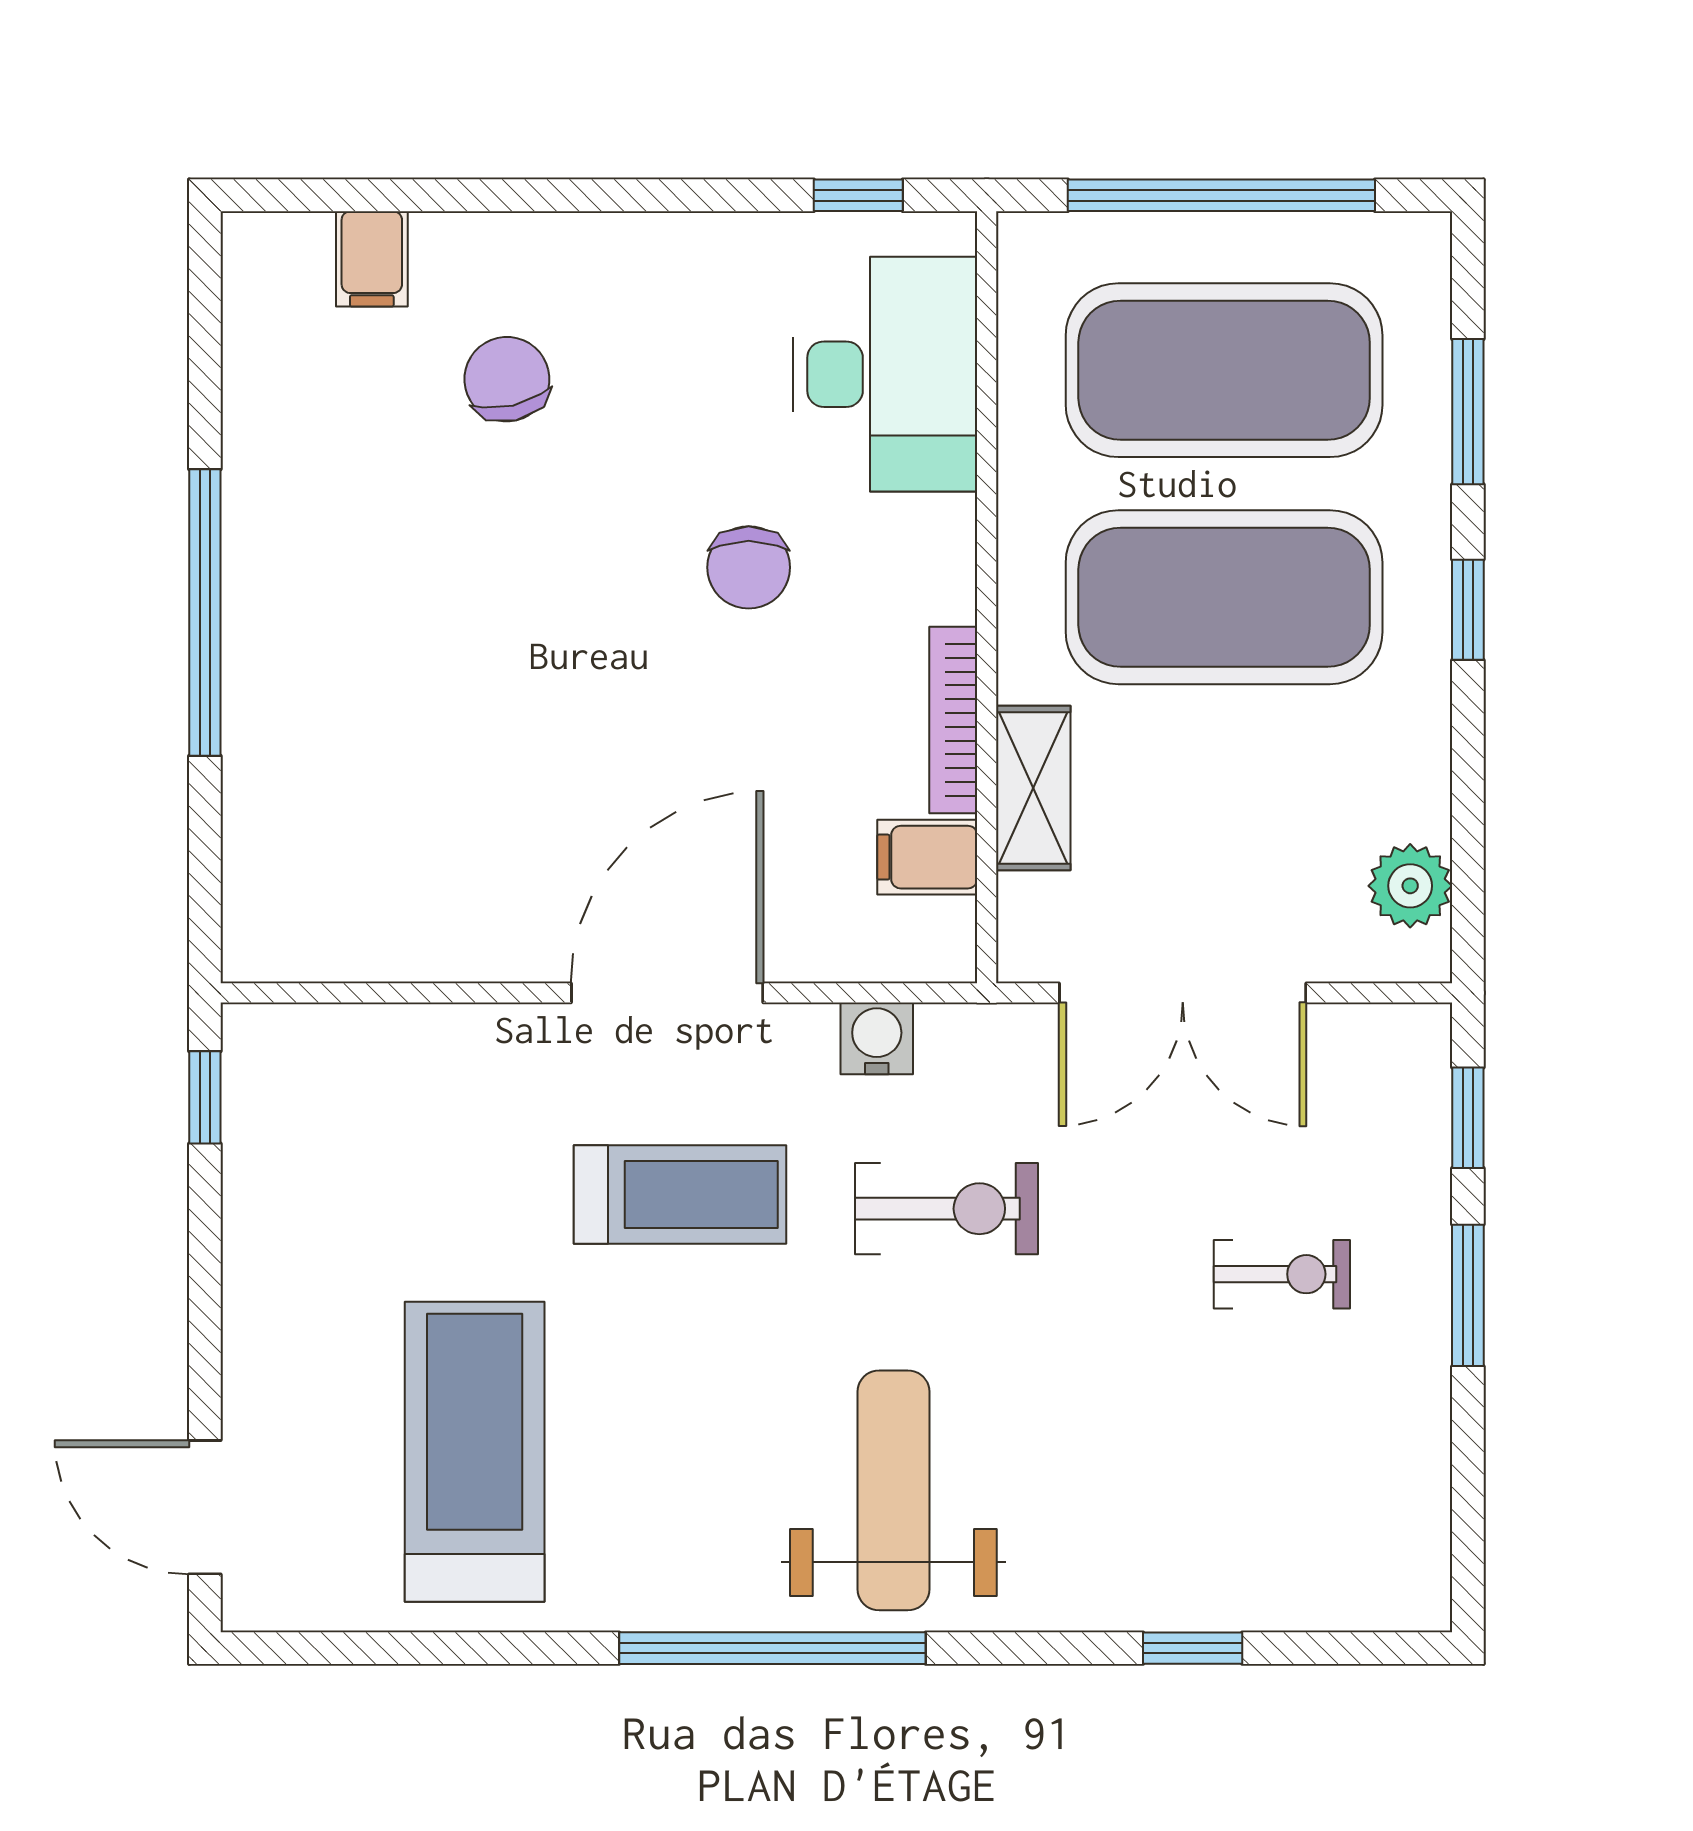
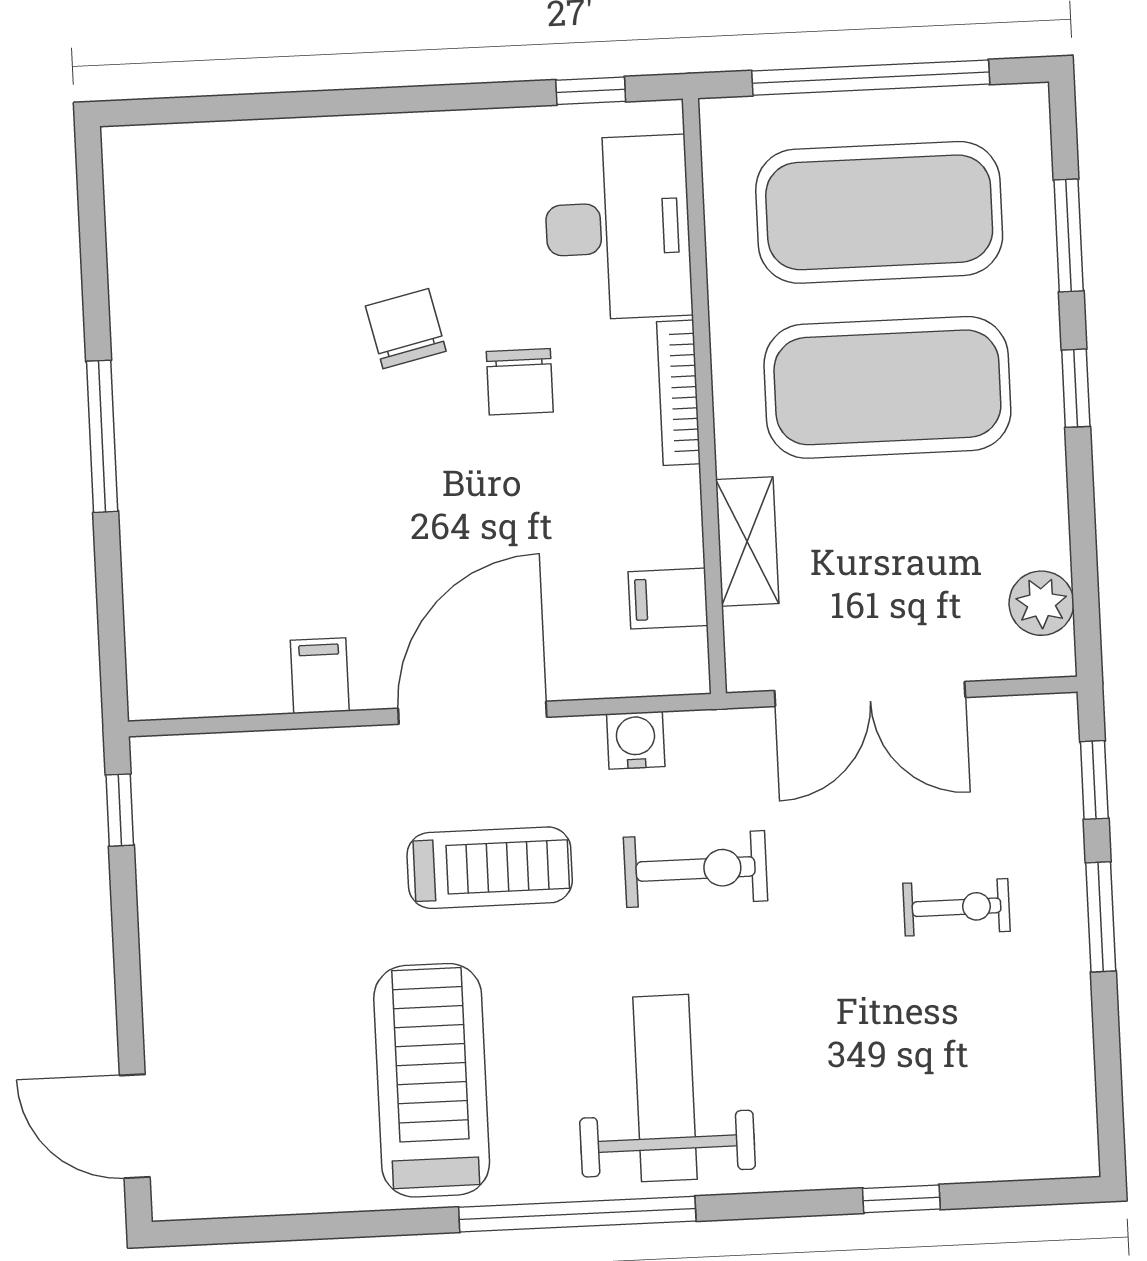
filing cabinet: (372, 259) -> (320, 676), moved, turned 180
chair: (507, 379) -> (406, 329), moved
window: (205, 613) -> (102, 436), width x0.68
bookcase: (953, 720) -> (678, 393), moved
treadmill: (475, 1452) -> (432, 1080), moved

